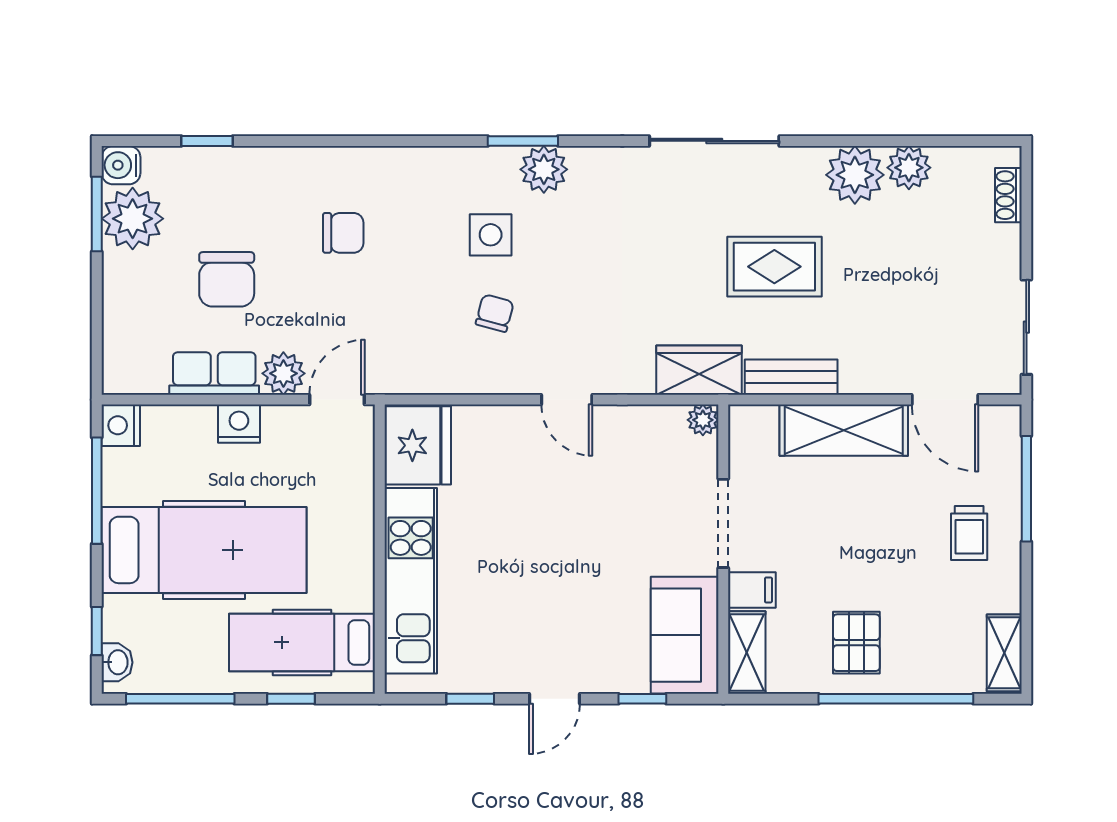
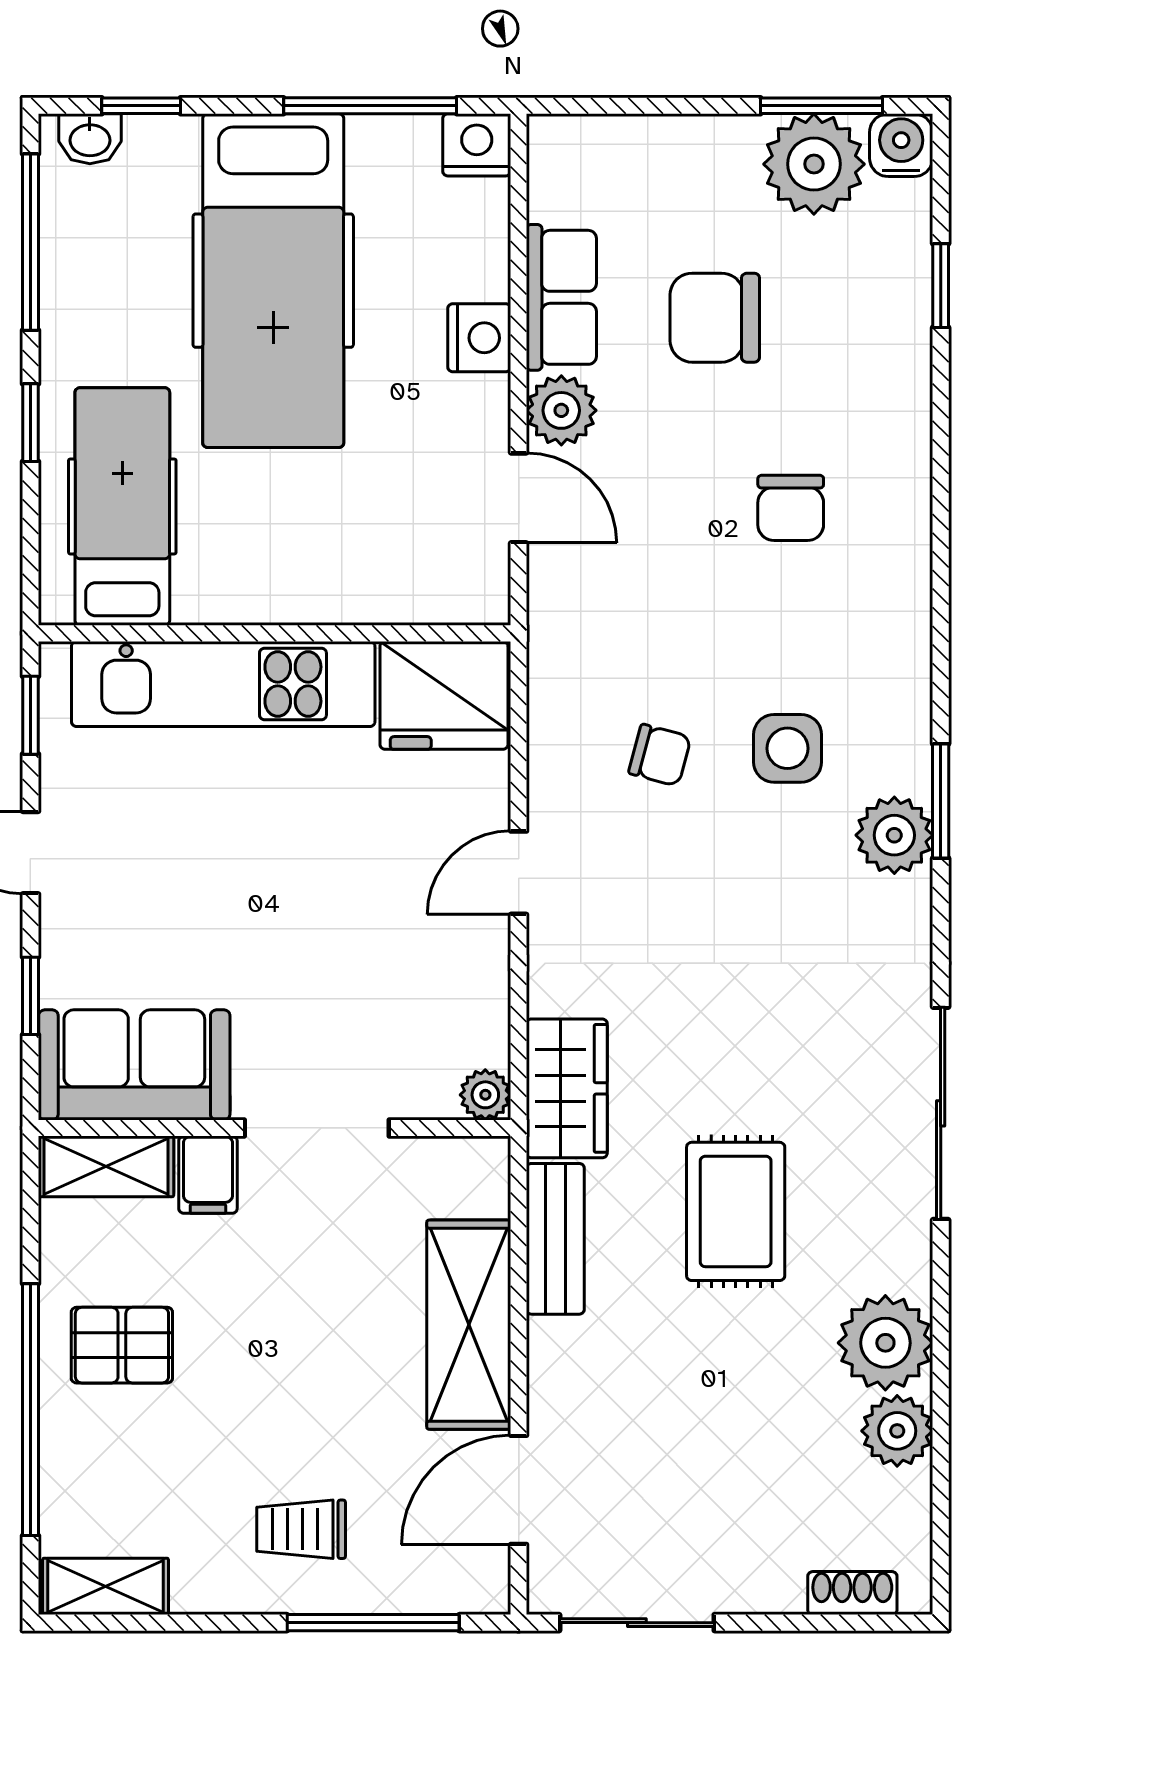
fridge: (418, 445) -> (444, 695), moved
wall: (380, 549) -> (275, 633), moved
kitchen unit: (411, 581) -> (223, 684), moved
hospital bed: (302, 642) -> (122, 506), moved

